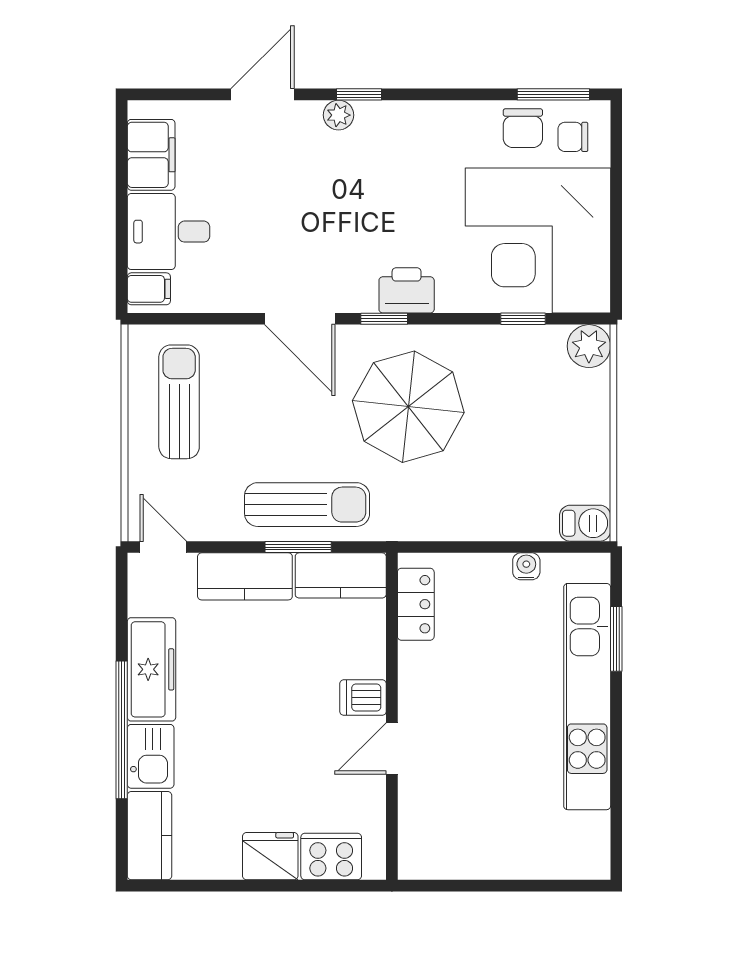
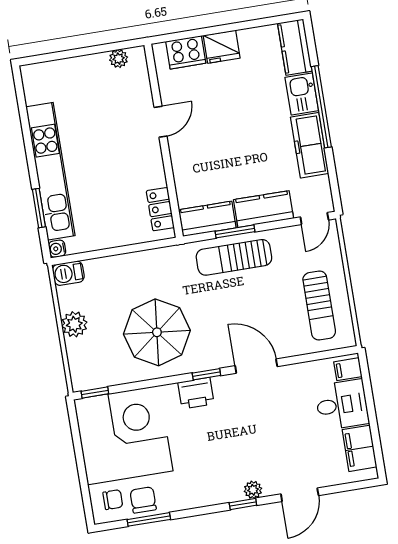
window: (553, 94) -> (149, 519), moved
window: (523, 319) -> (95, 392), moved
plant: (589, 346) -> (74, 324), moved
parasol: (408, 407) -> (157, 332), moved
door: (163, 547) -> (314, 218), hinge flipped
water cooler: (526, 566) -> (57, 249), moved, turned 90
dishwasher: (363, 698) -> (182, 149), removed
plant: (444, 864) -> (119, 59), added

